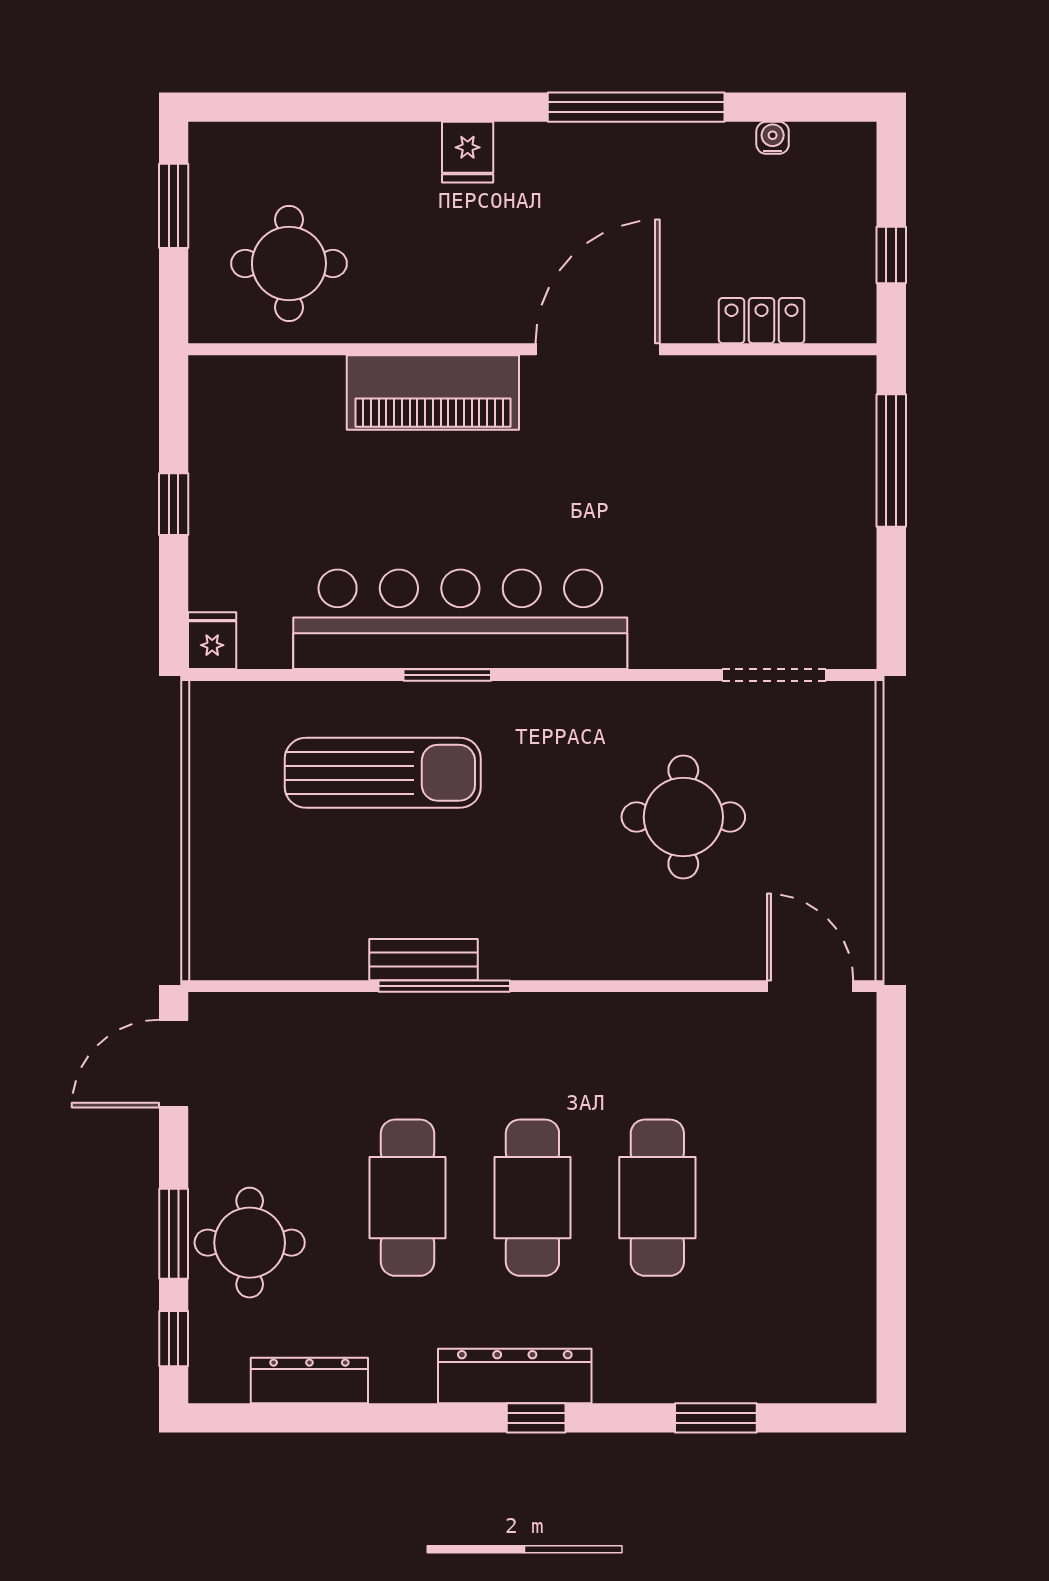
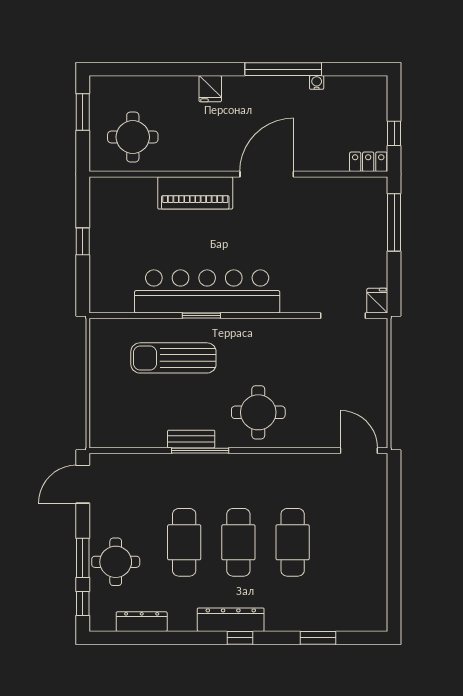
water cooler: (773, 138) -> (317, 82), moved
locker: (762, 321) -> (368, 162), moved
fridge: (212, 641) -> (377, 301), moved
sun lounger: (383, 773) -> (173, 358), turned 180
round table: (683, 817) -> (258, 412), moved

